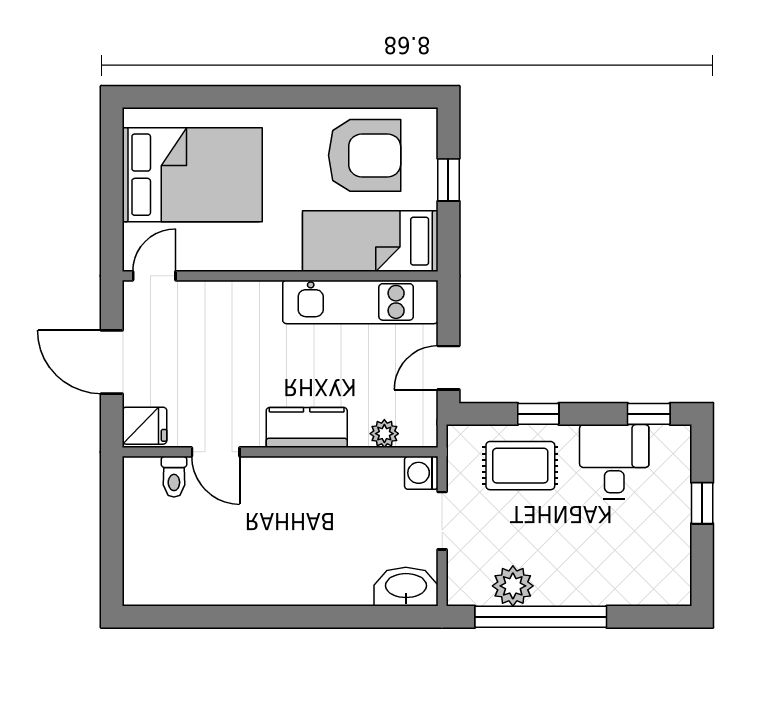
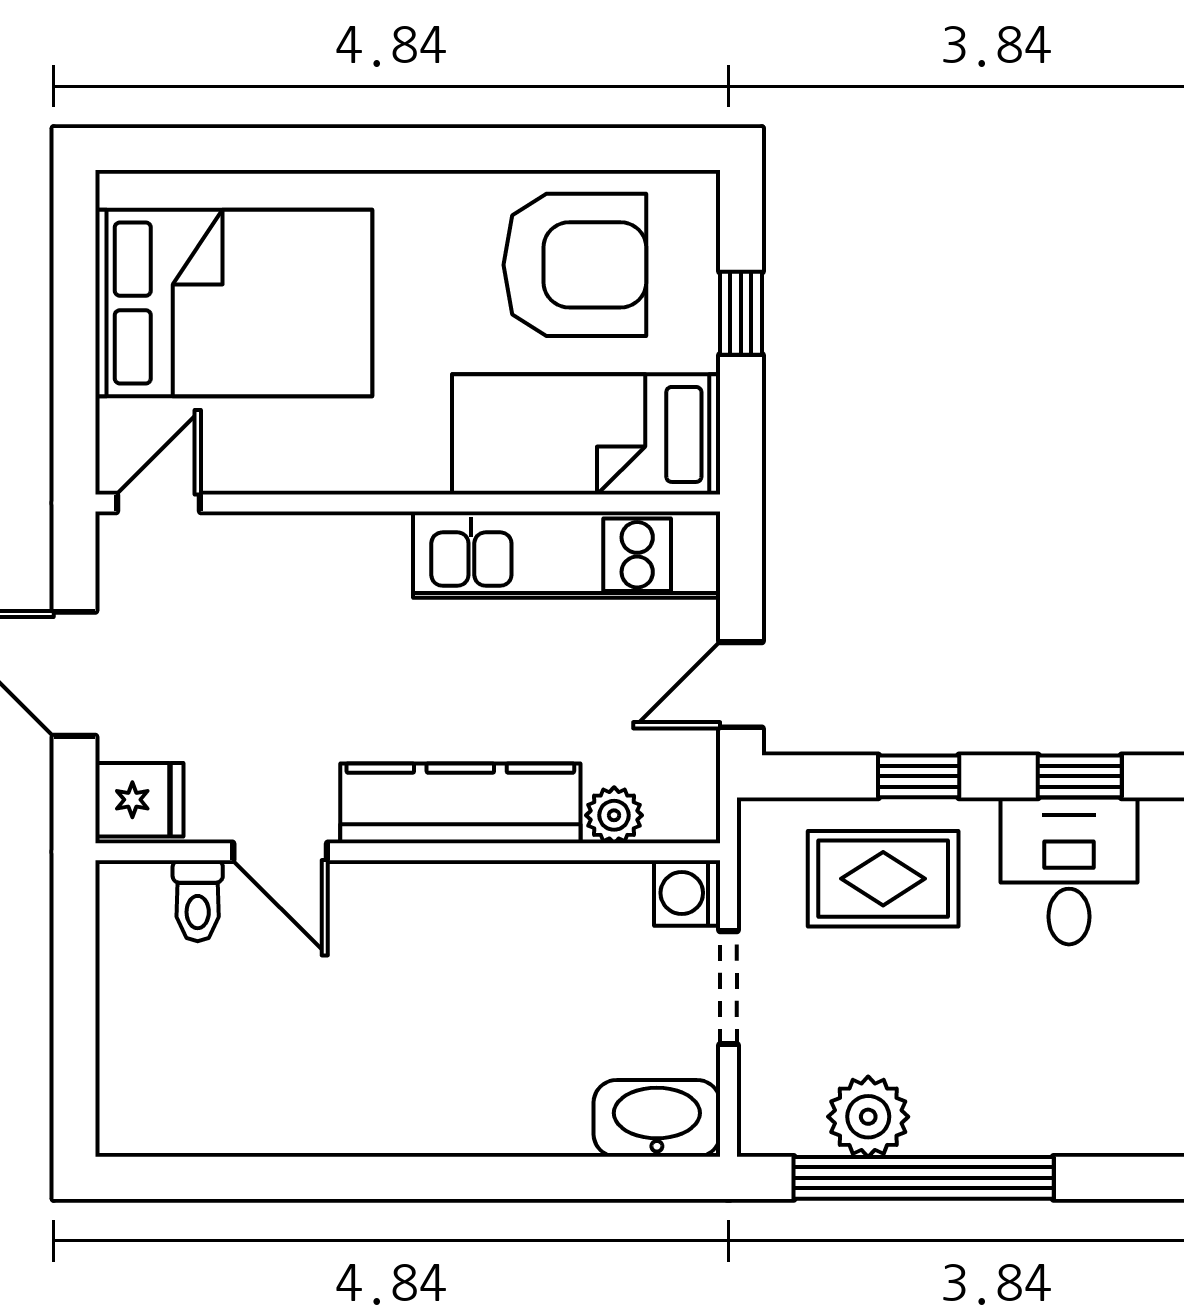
window: (649, 414) -> (1080, 776), moved
kitchen counter: (307, 427) -> (460, 803), width x1.50

